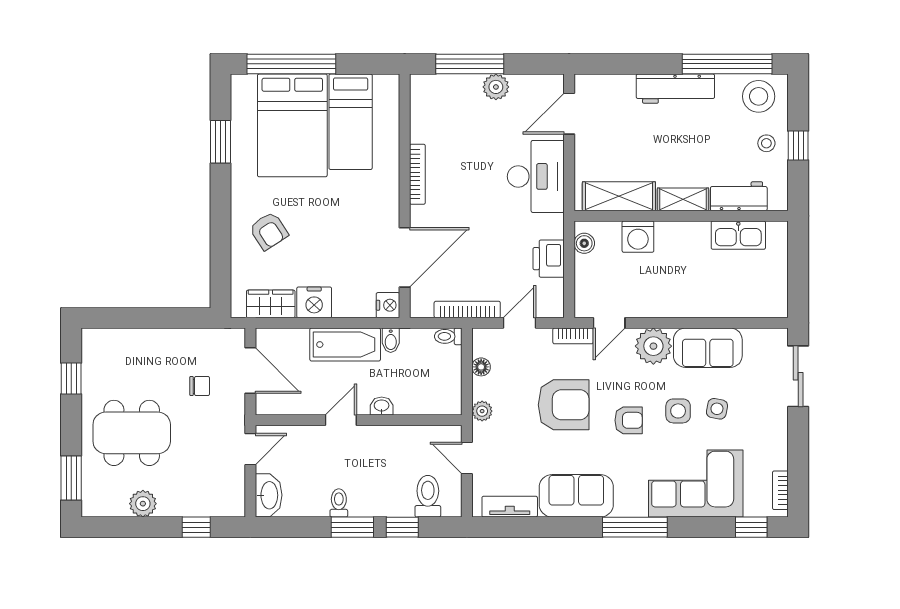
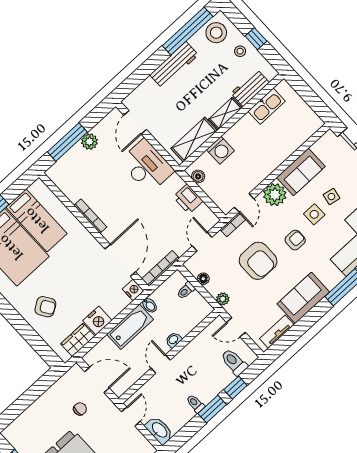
bookcase: (467, 310) -> (161, 268), moved
toilet: (448, 336) -> (186, 291), moved
armchair: (564, 405) -> (258, 261), turned 90

